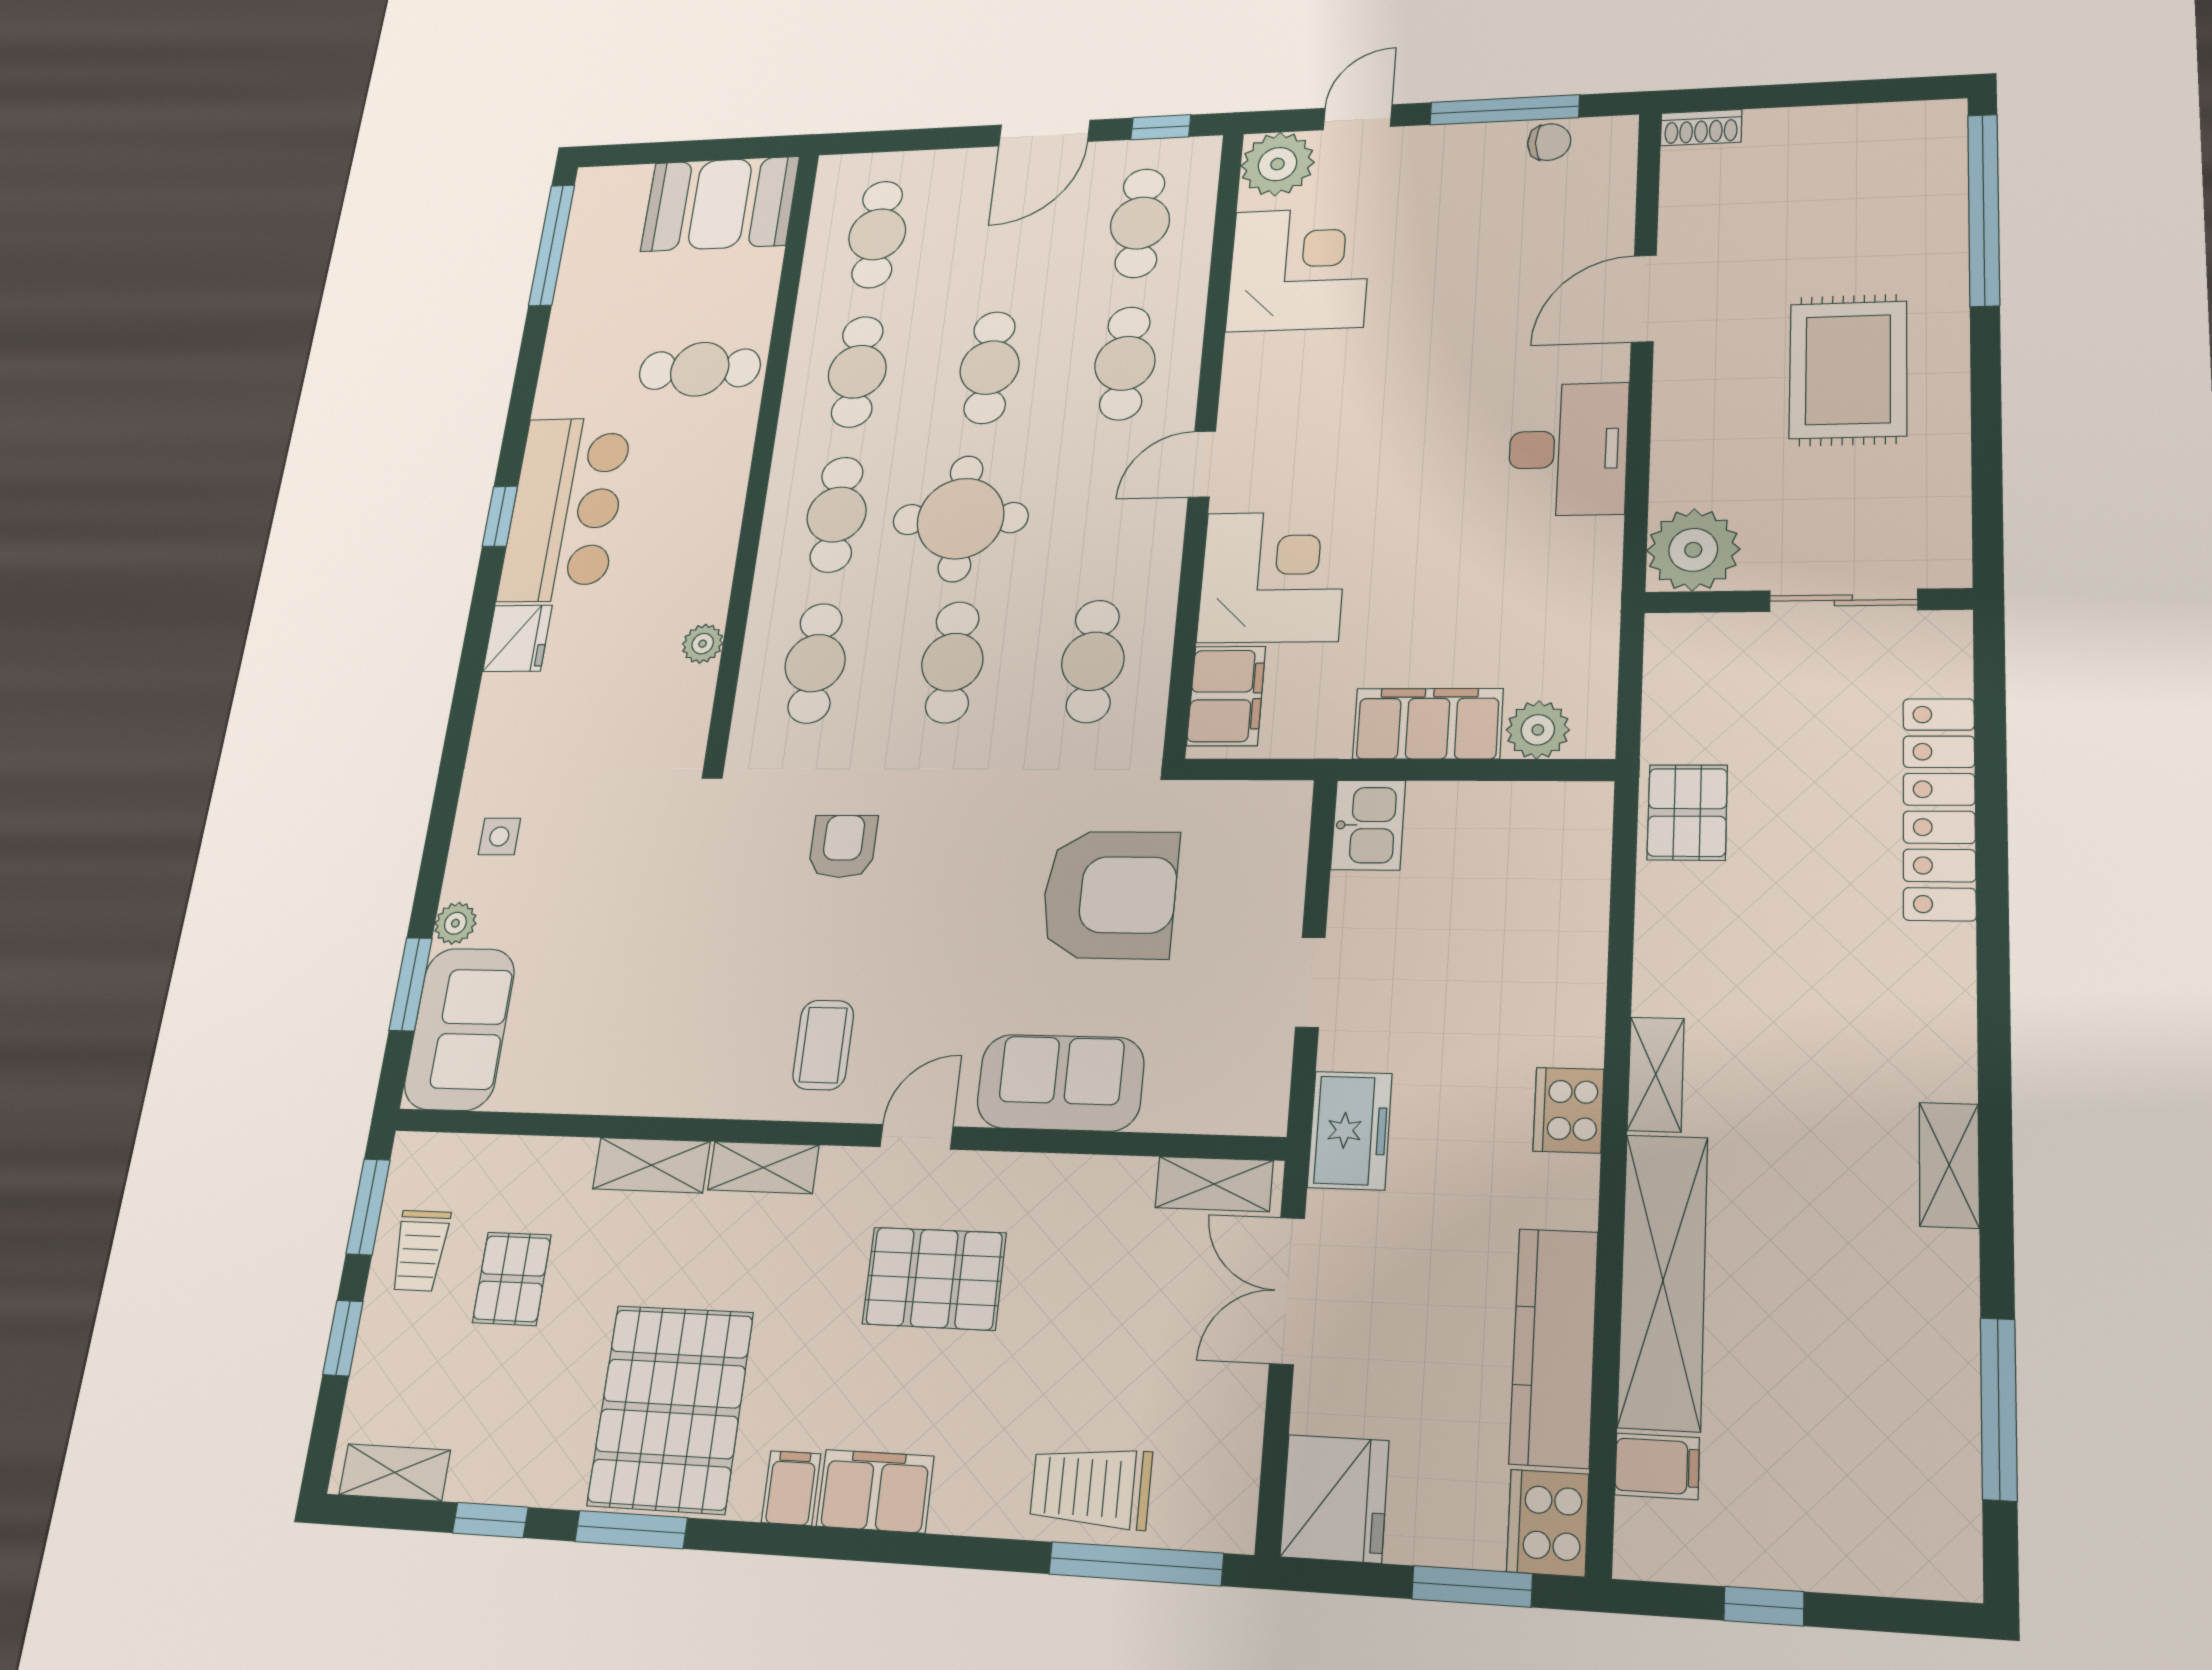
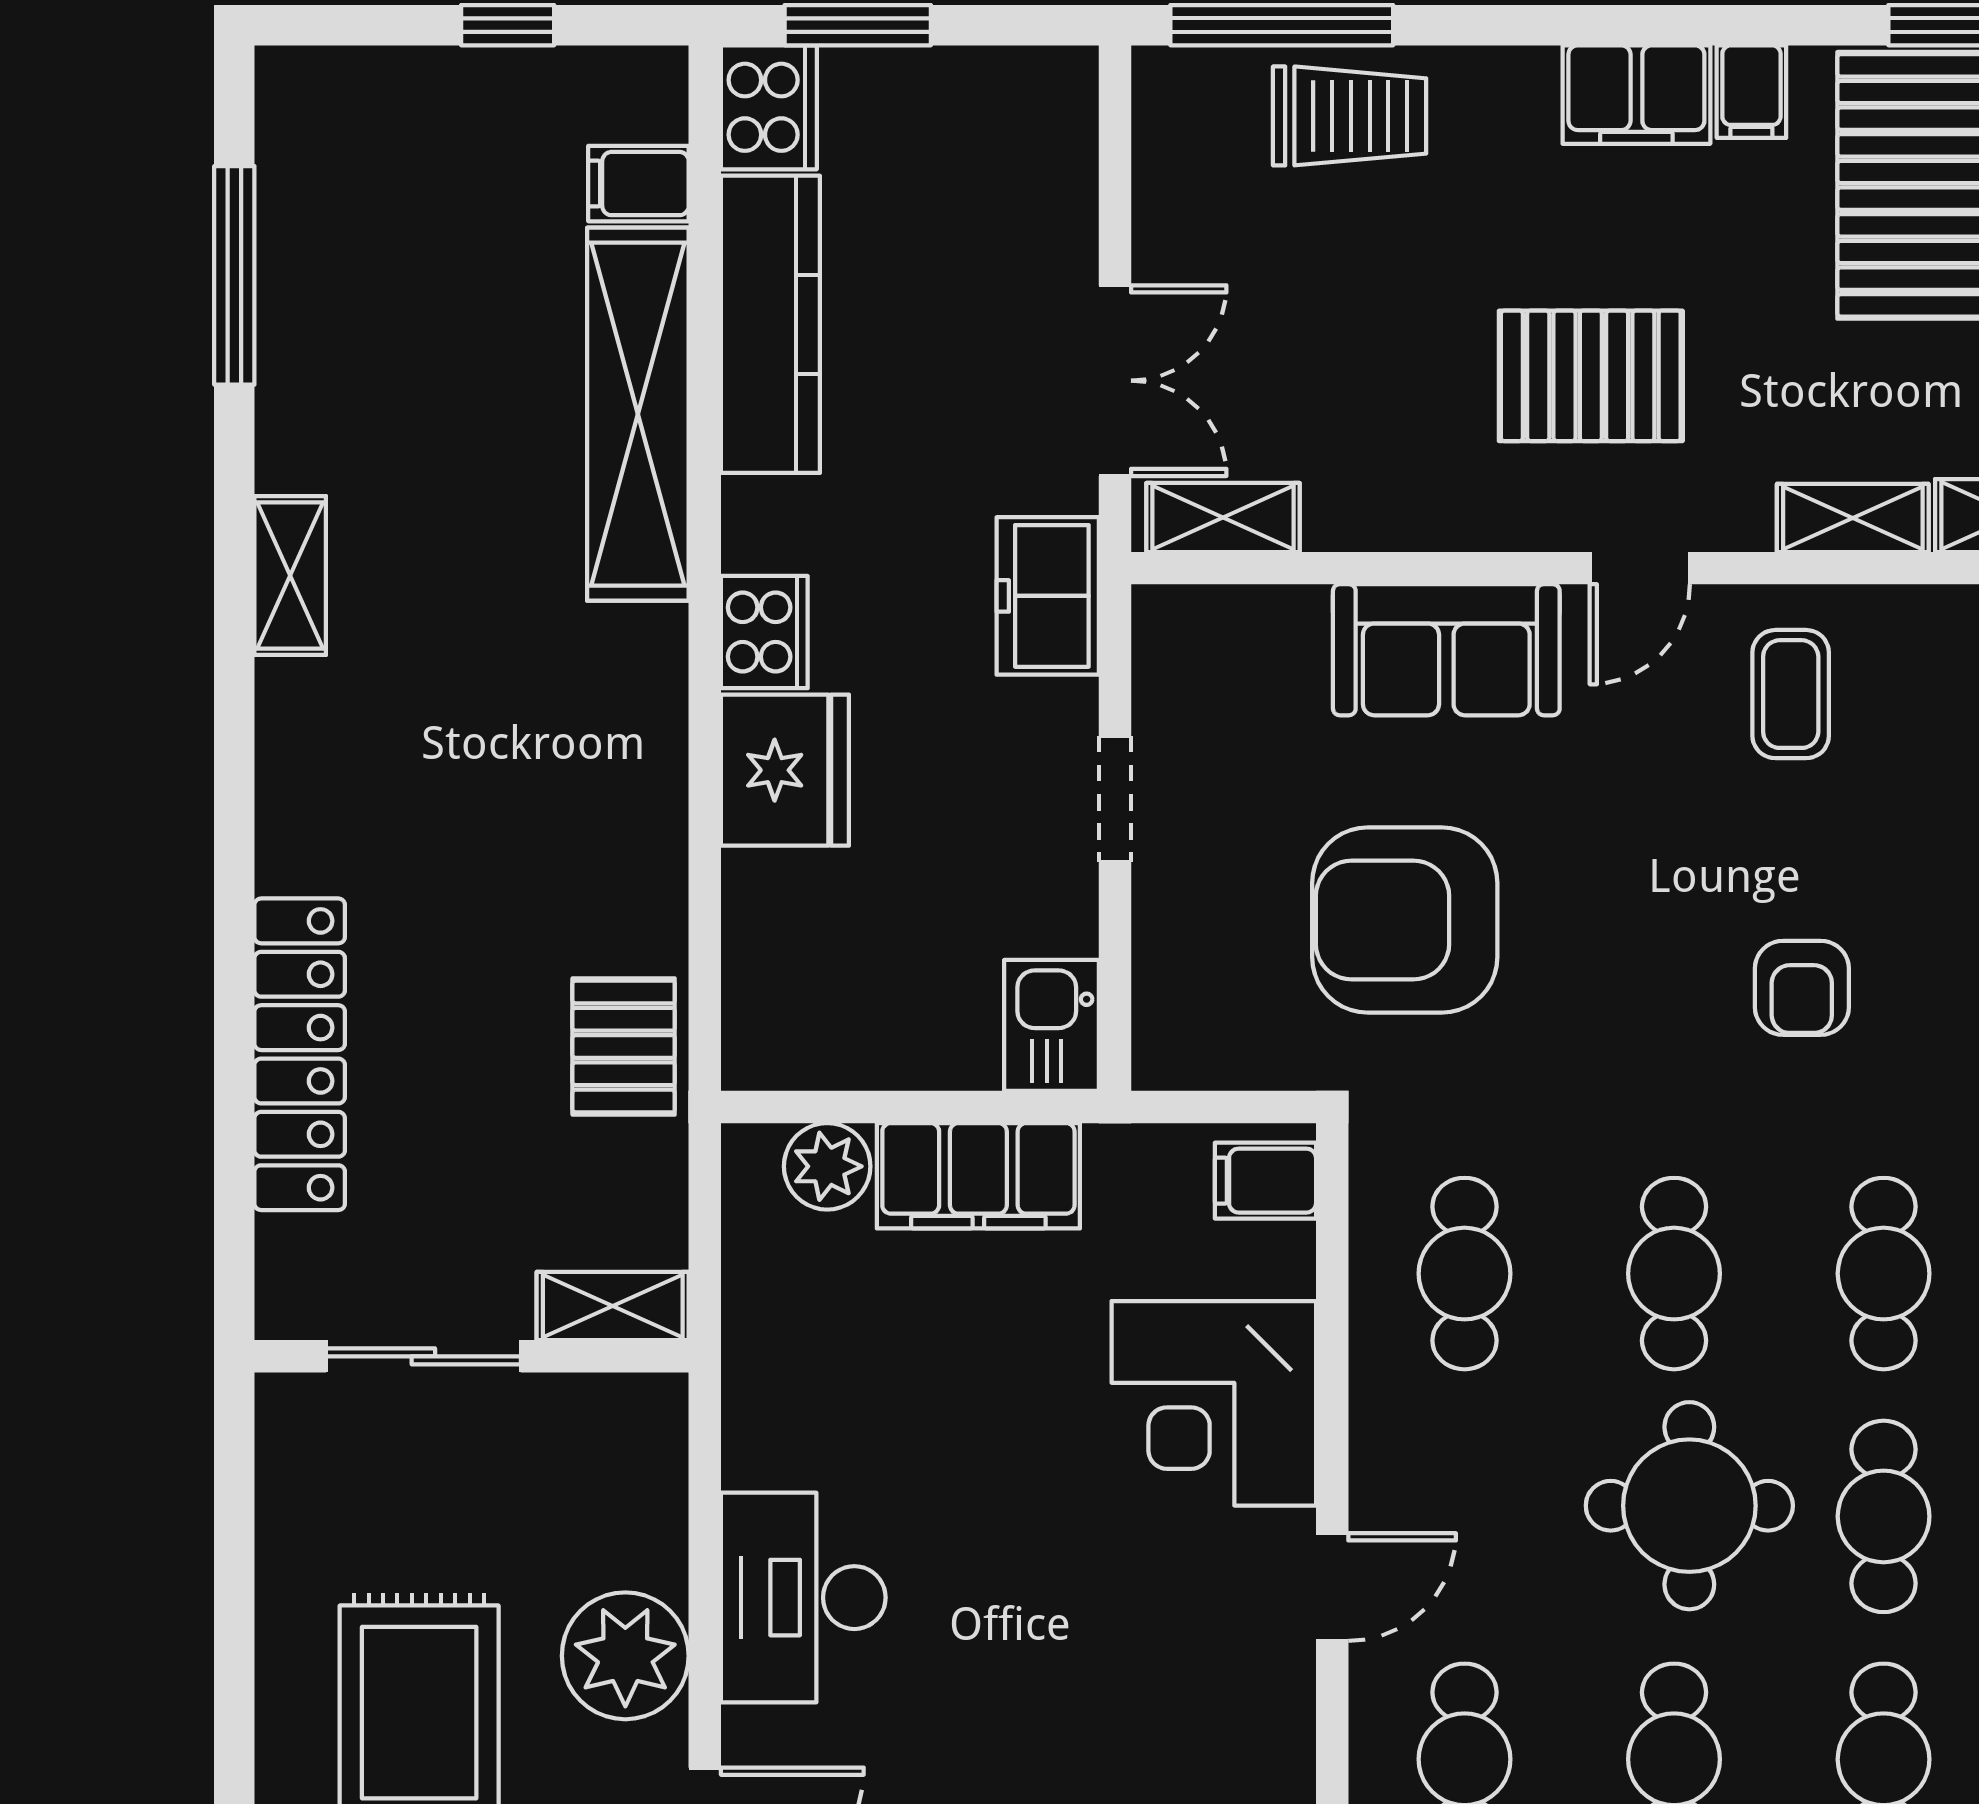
plant: (1693, 550) -> (625, 1656), moved
filing cabinet: (1226, 696) -> (1265, 1181), width x0.50
shelving: (1656, 1074) -> (613, 1306), moved, turned 90
fridge: (1335, 1499) -> (785, 770), moved, turned 180

